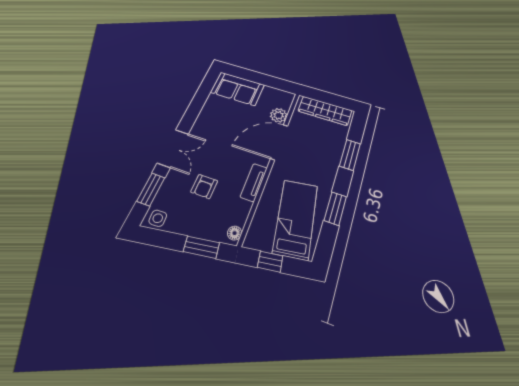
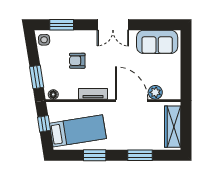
sofa: (237, 89) -> (157, 42), moved, turned -90
double door: (173, 148) -> (113, 25), moved

